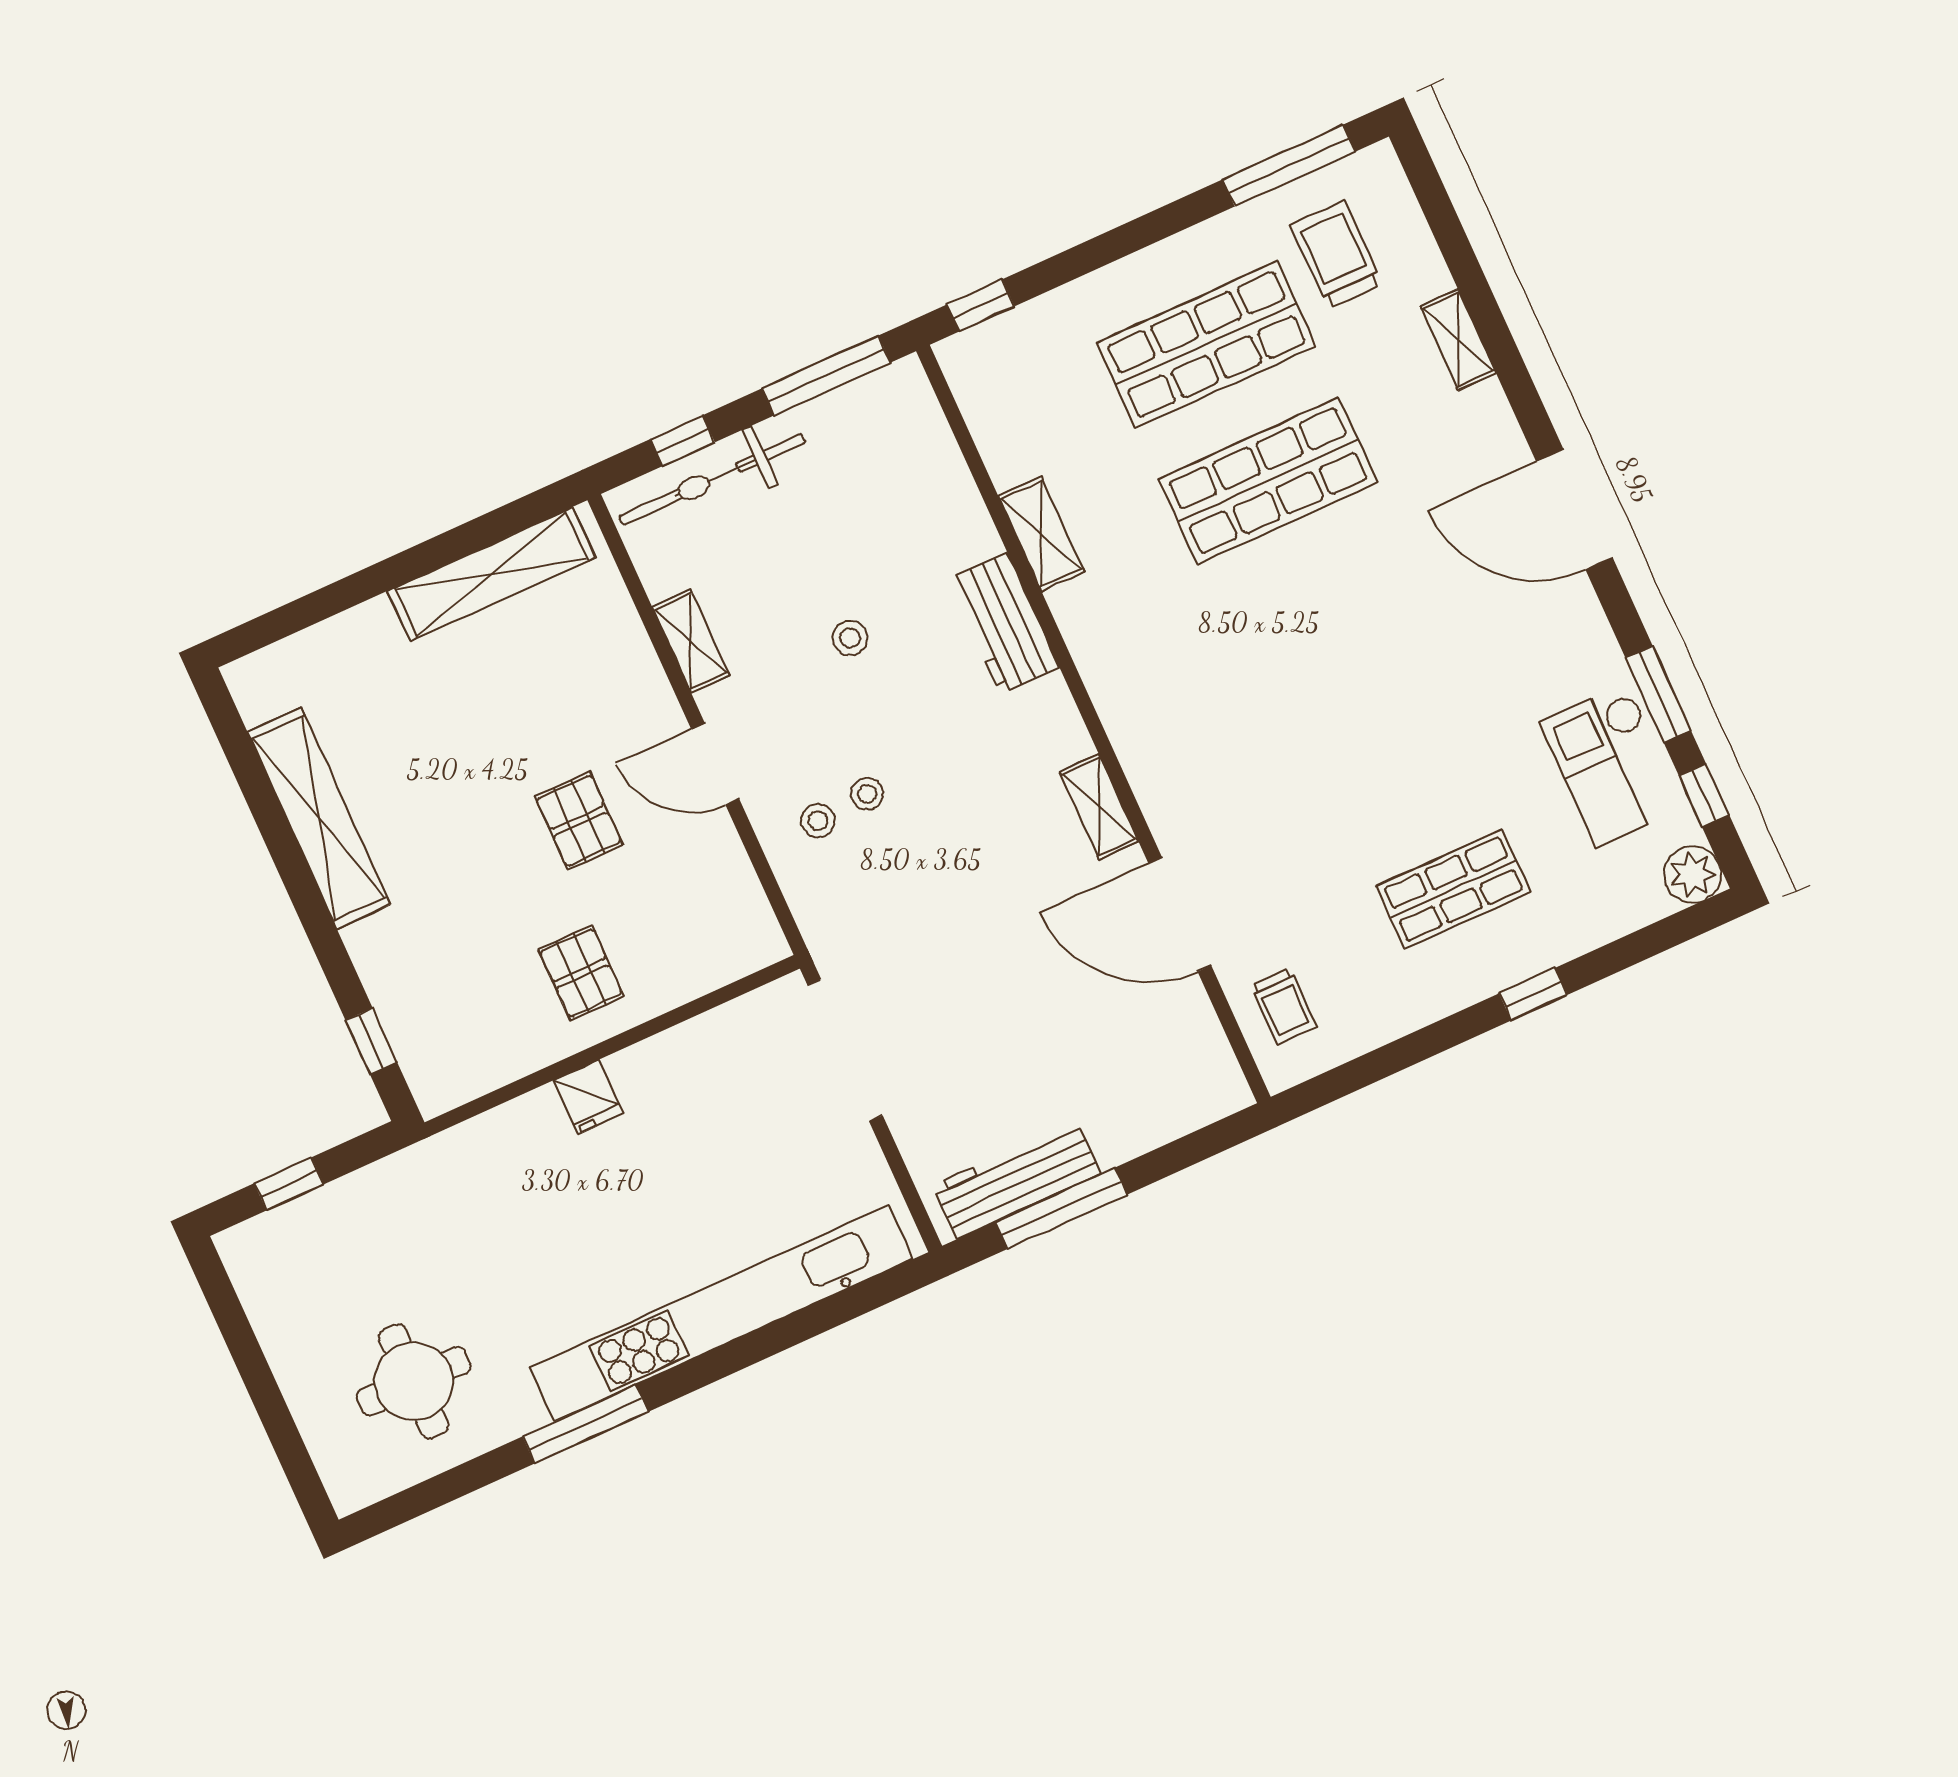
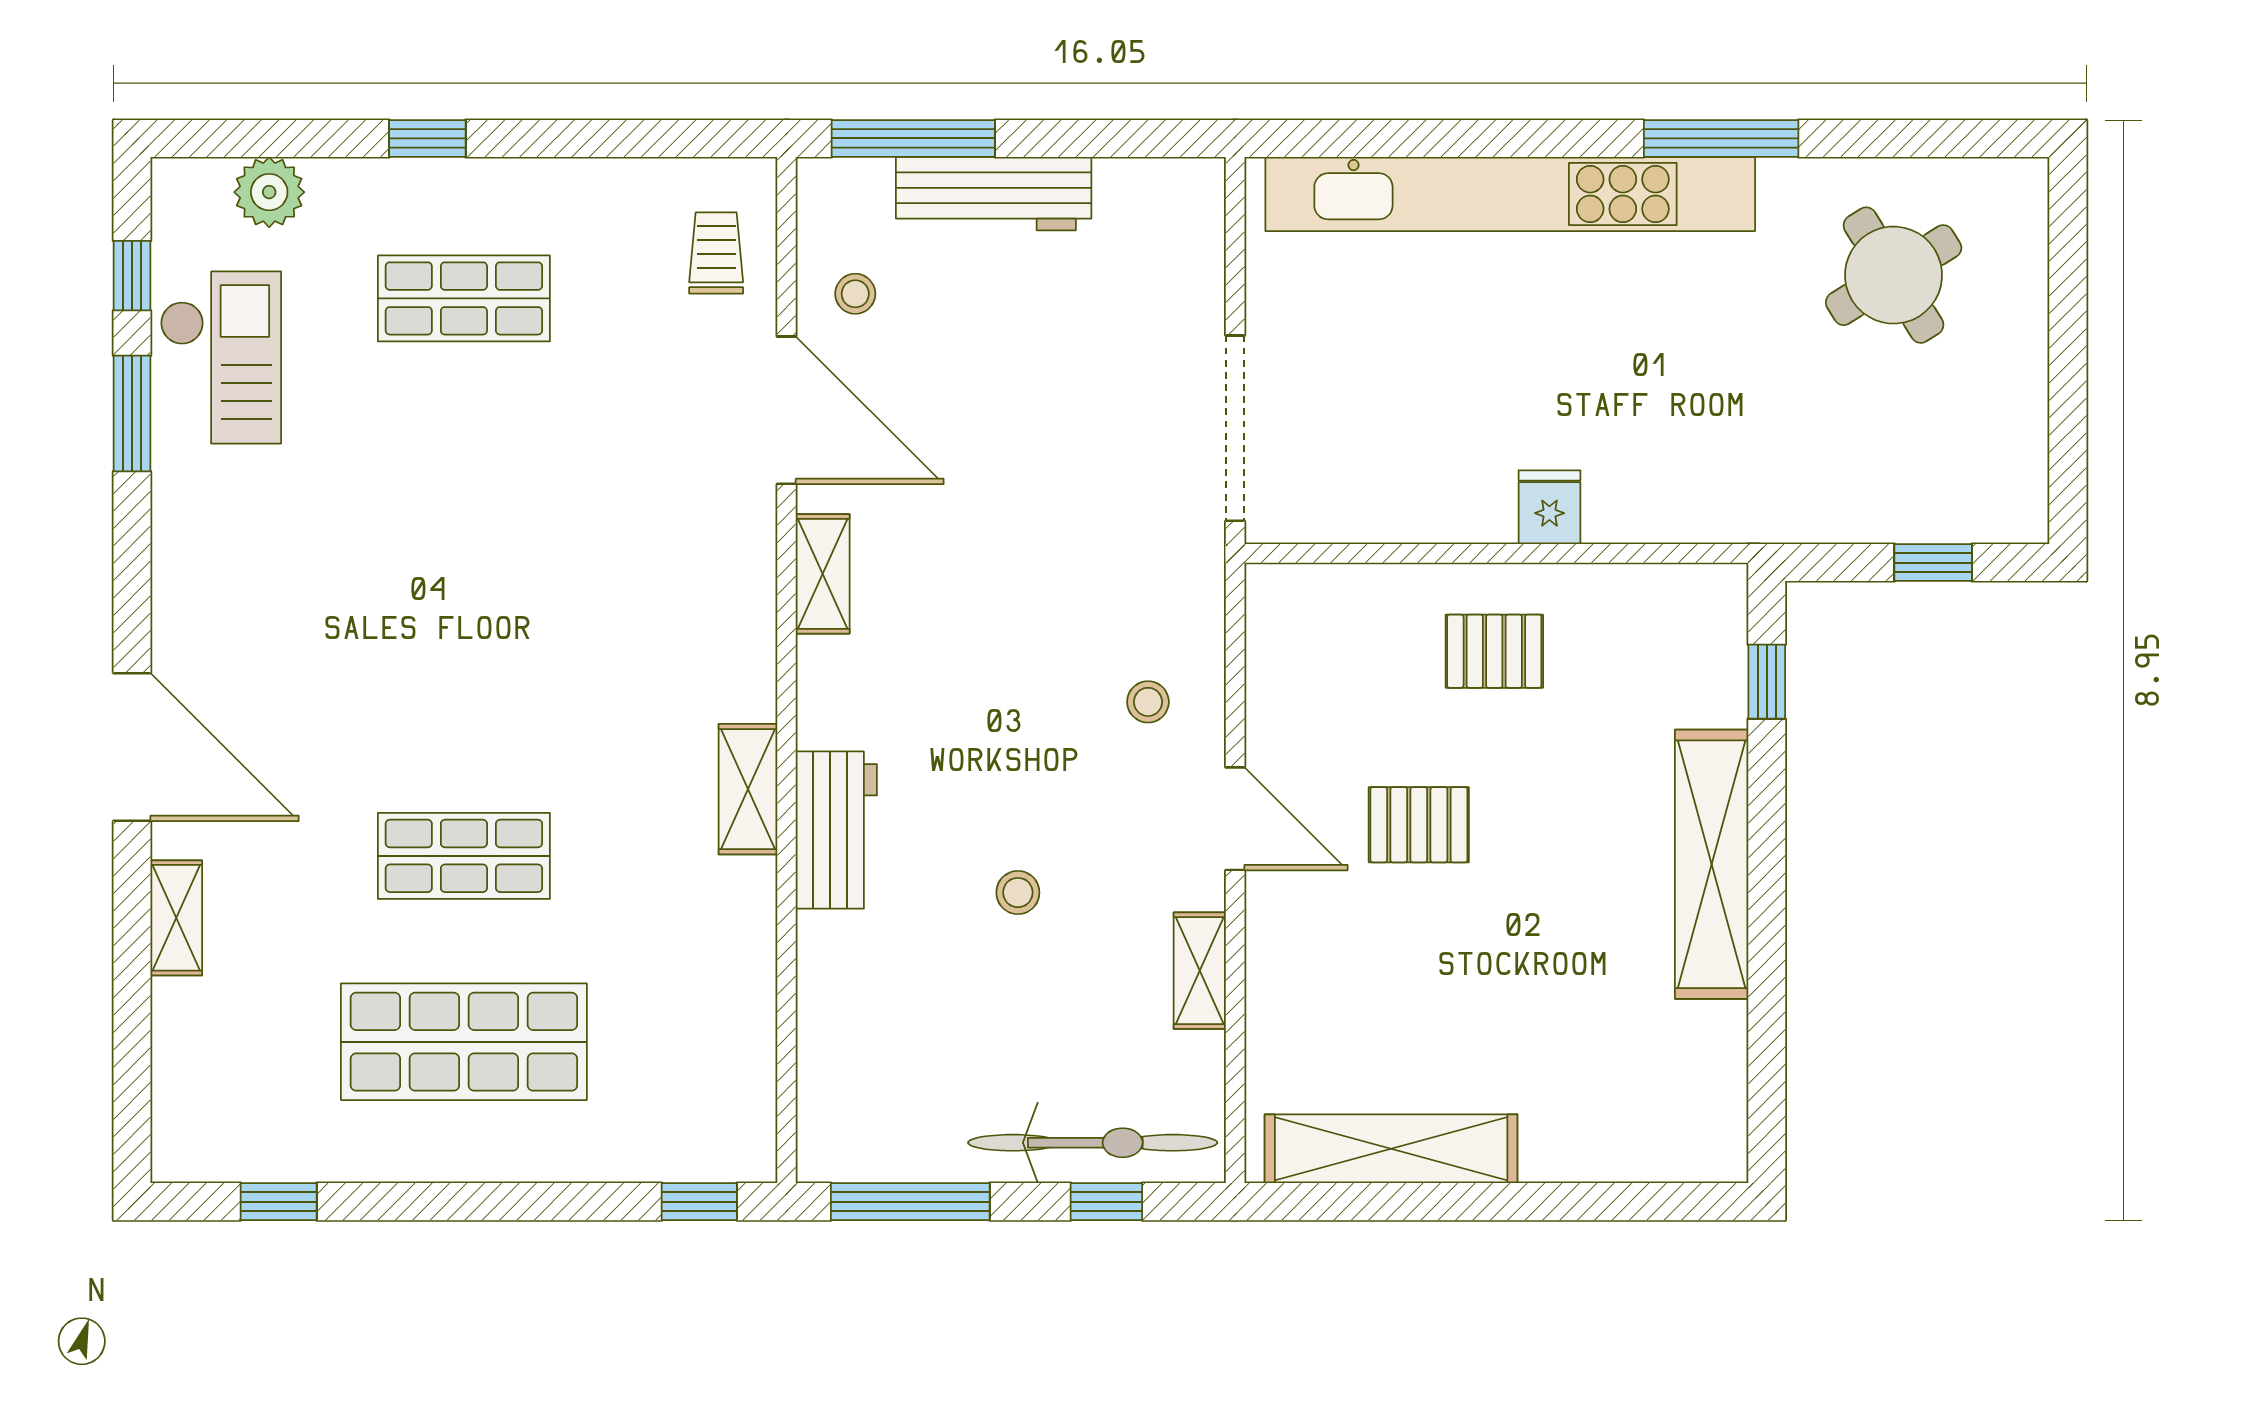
window: (1289, 166) -> (279, 1202), width x0.46
trolley: (1336, 254) -> (271, 1077), removed
shop shelf: (1268, 481) -> (464, 856), width x0.70, depth x0.74
door: (1574, 509) -> (132, 747), moved
shelving: (1041, 534) -> (748, 789), moved
stool: (867, 794) -> (855, 294), moved
shelving: (319, 818) -> (1712, 864), moved
pallet: (579, 821) -> (1419, 825), turned 90
plant: (1693, 874) -> (269, 192), moved
pallet: (581, 973) -> (1494, 651), turned 90
workbench: (1017, 1180) -> (994, 194), moved
window: (1061, 1208) -> (913, 138), moved
round table: (414, 1381) -> (1894, 275), turned -32

